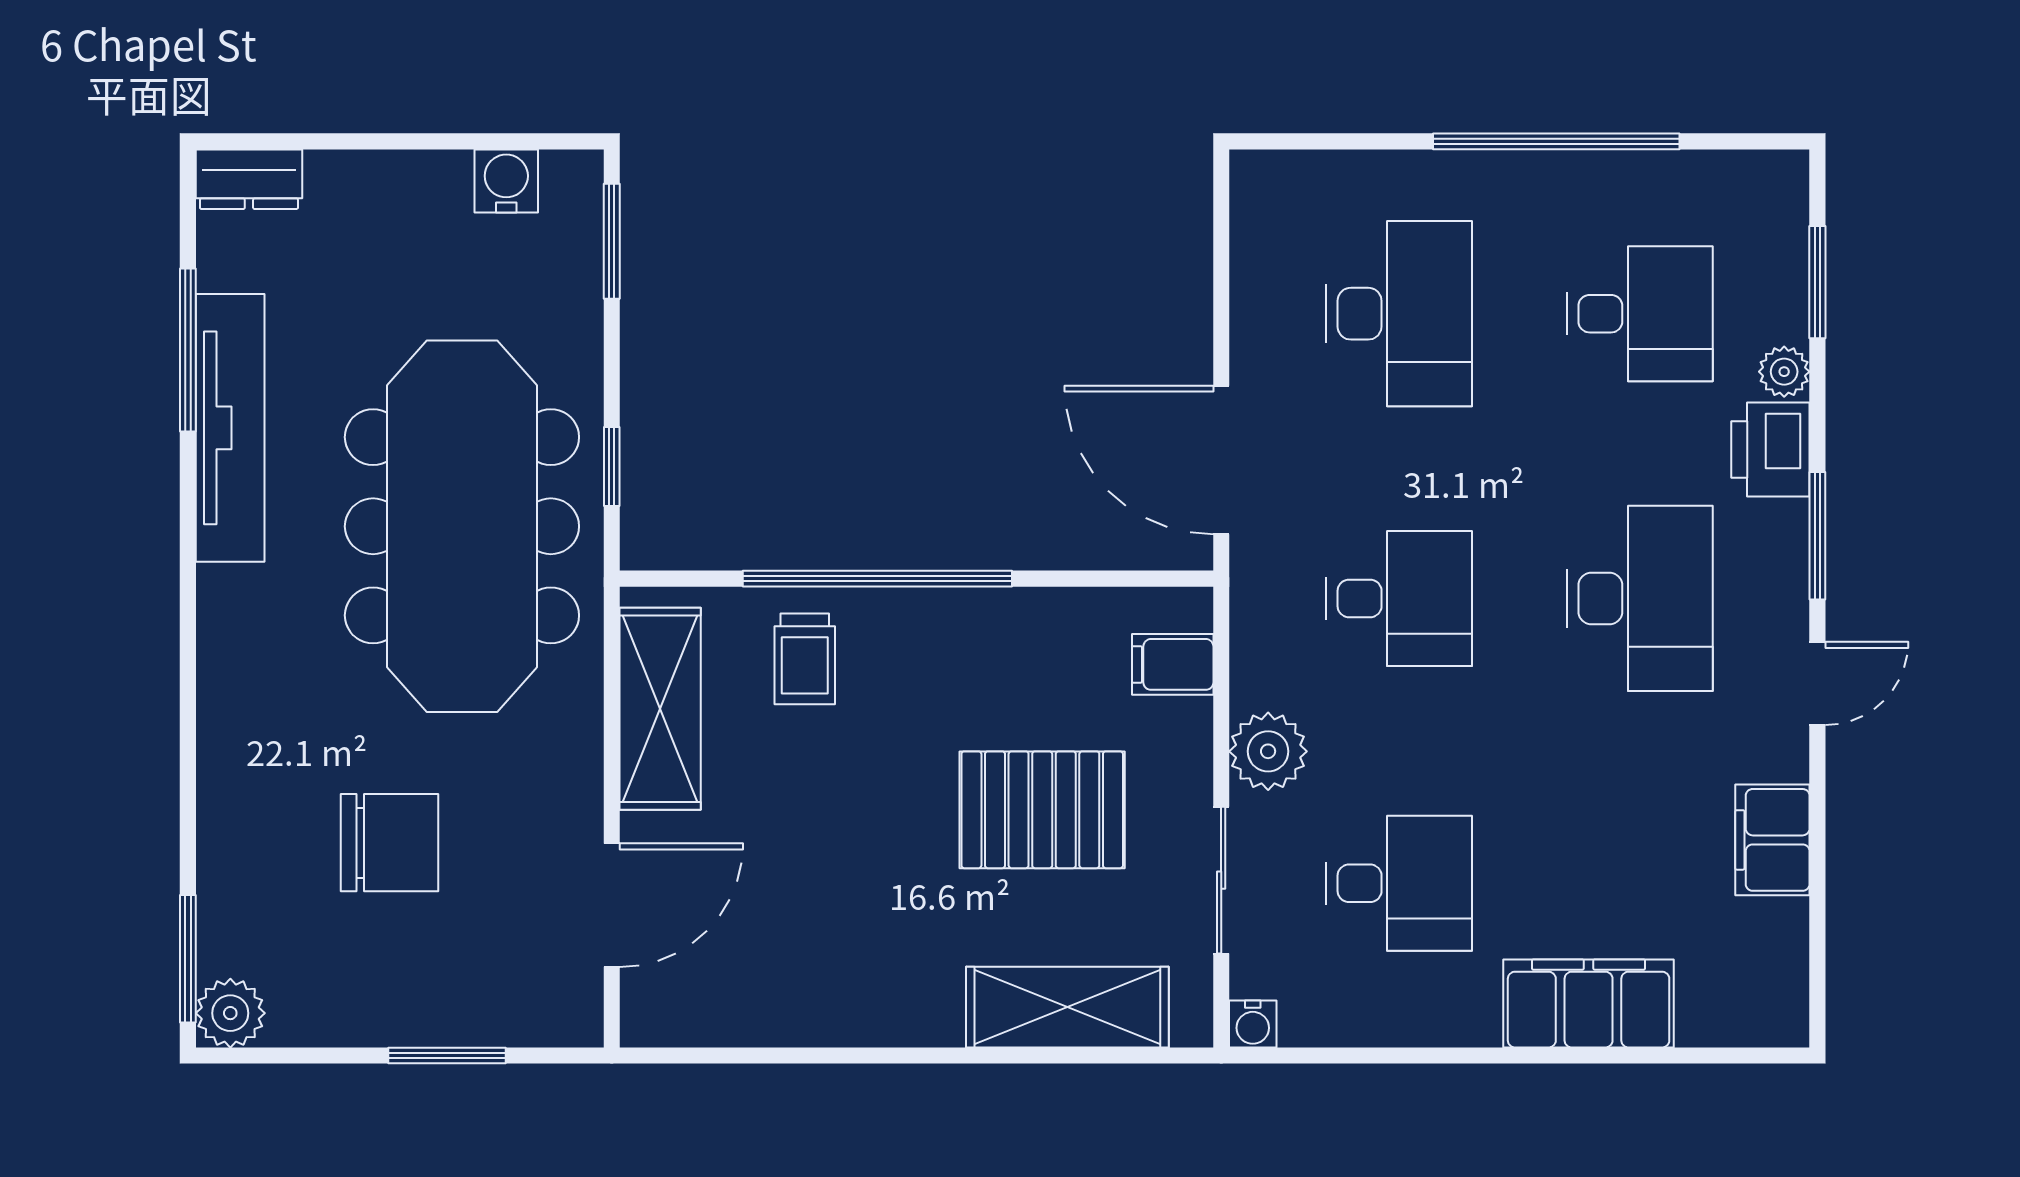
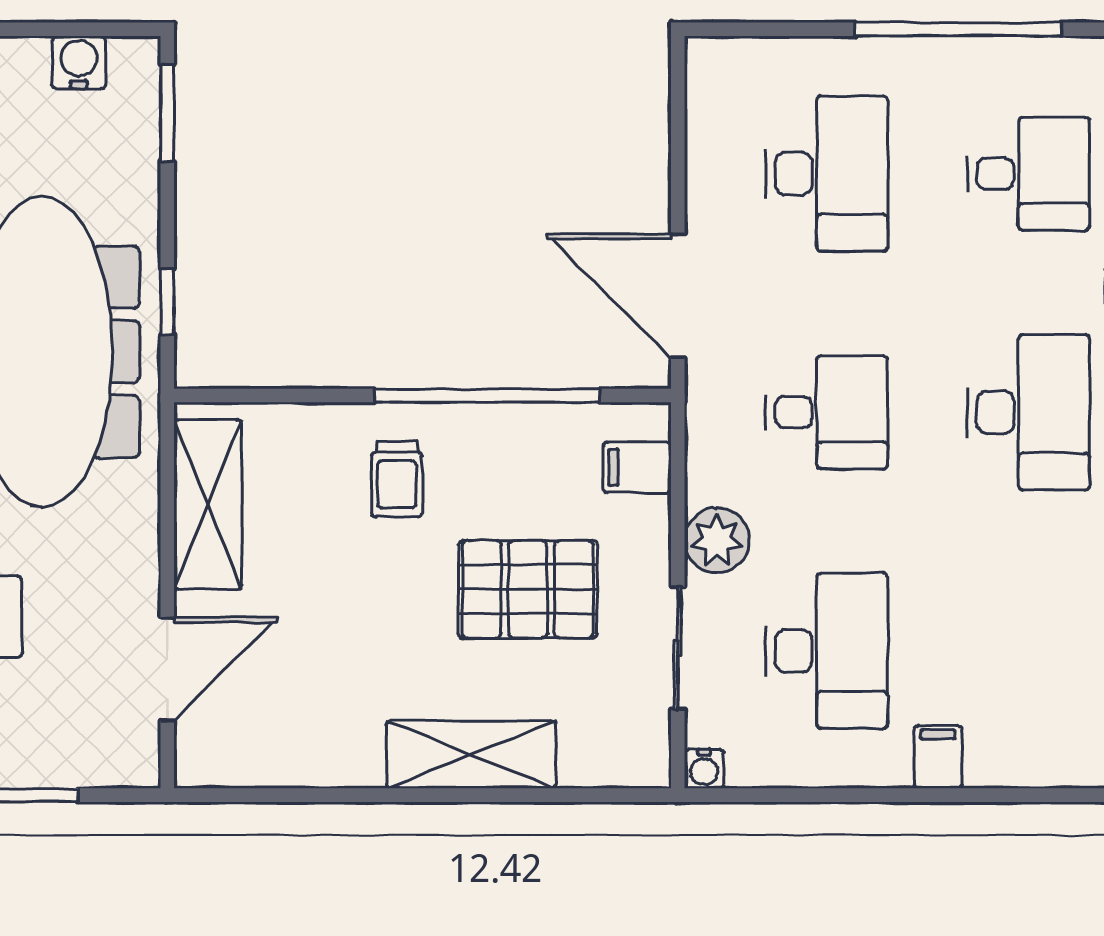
window: (877, 579) -> (487, 396), moved
trolley: (805, 659) -> (397, 479), moved
desk: (1399, 883) -> (827, 651), width x1.37
filing cabinet: (1589, 1003) -> (938, 757), width x0.33, depth x0.86
shelving: (1067, 1007) -> (471, 755), moved

